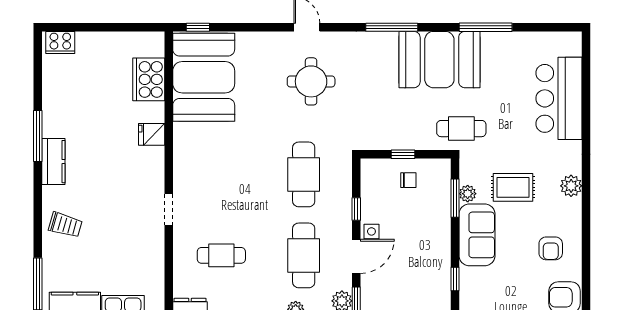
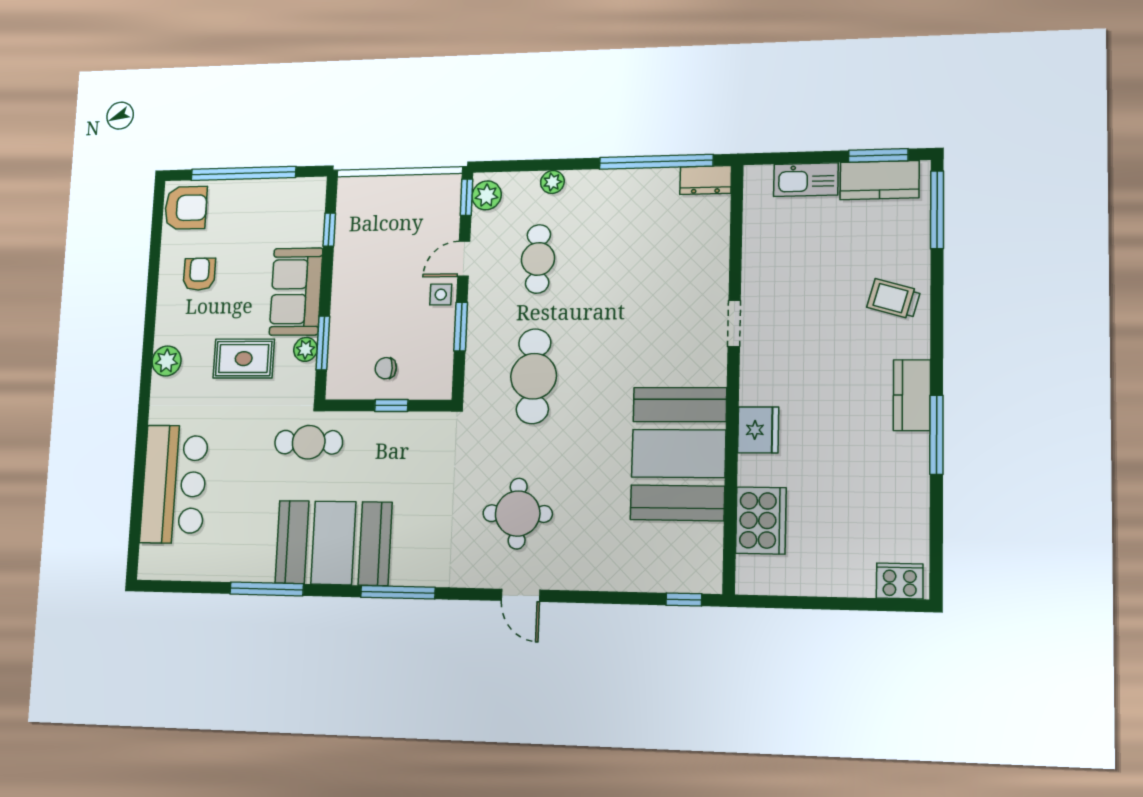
booth: (204, 77) -> (679, 454), moved
fridge: (152, 134) -> (758, 430), width x1.38
window: (356, 209) -> (461, 327), width x1.50
cafe table: (221, 255) -> (657, 257), removed
cafe table: (304, 255) -> (538, 259), width x0.73, depth x0.74
door: (356, 256) -> (464, 259), width x0.73

